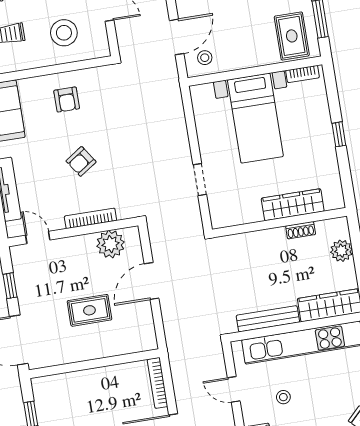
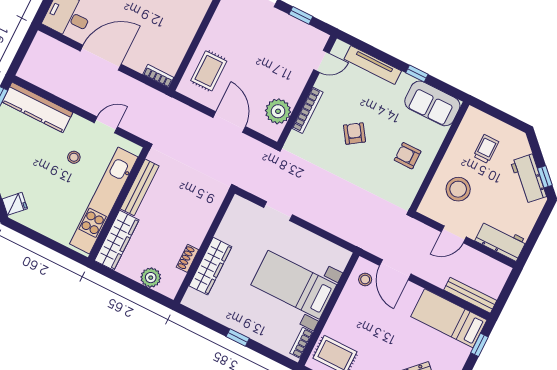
rug: (89, 310) -> (209, 71), moved
bookcase: (158, 383) -> (158, 76), width x0.64

